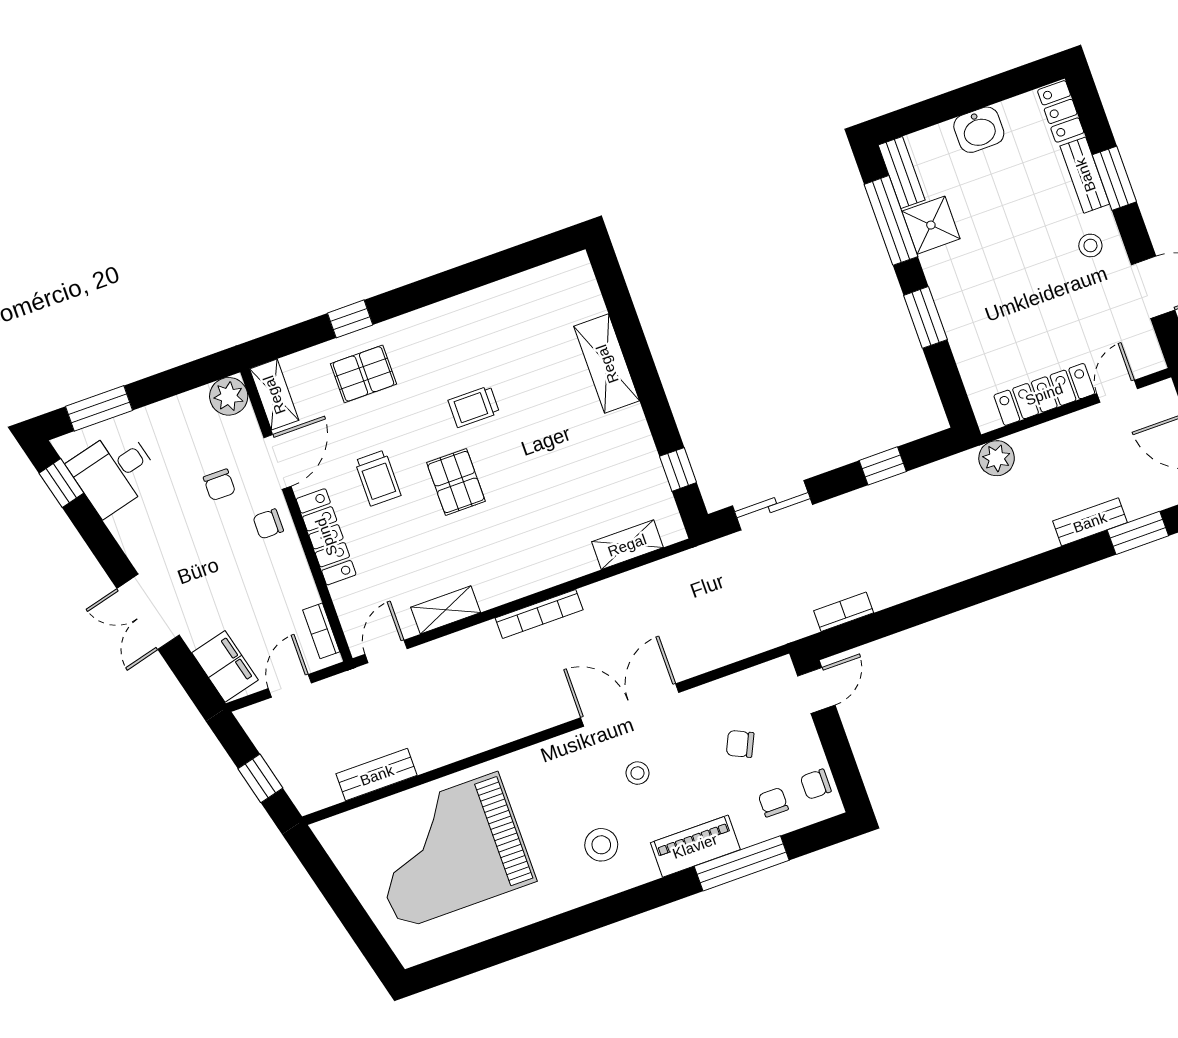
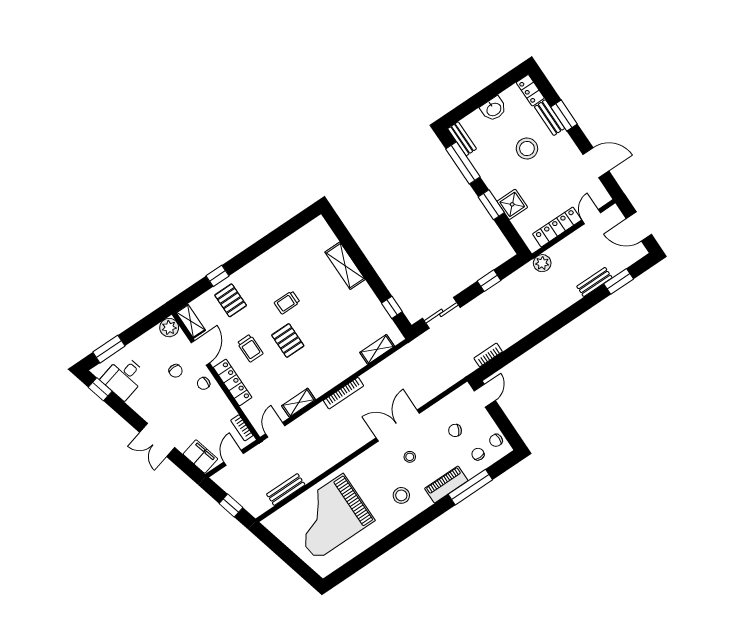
shower: (931, 225) -> (512, 204), moved
stool: (1090, 245) -> (527, 148), moved, width x1.89, depth x1.89
pallet: (363, 374) -> (231, 300), turned 90

